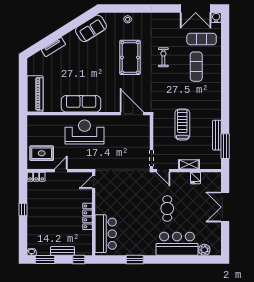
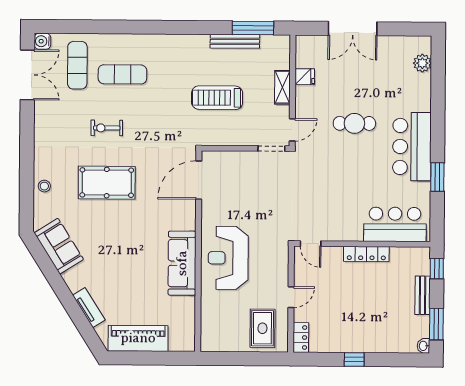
piano: (35, 94) -> (138, 338), moved
door: (61, 171) -> (291, 297), swing flipped
bar counter: (177, 244) -> (412, 147), moved

